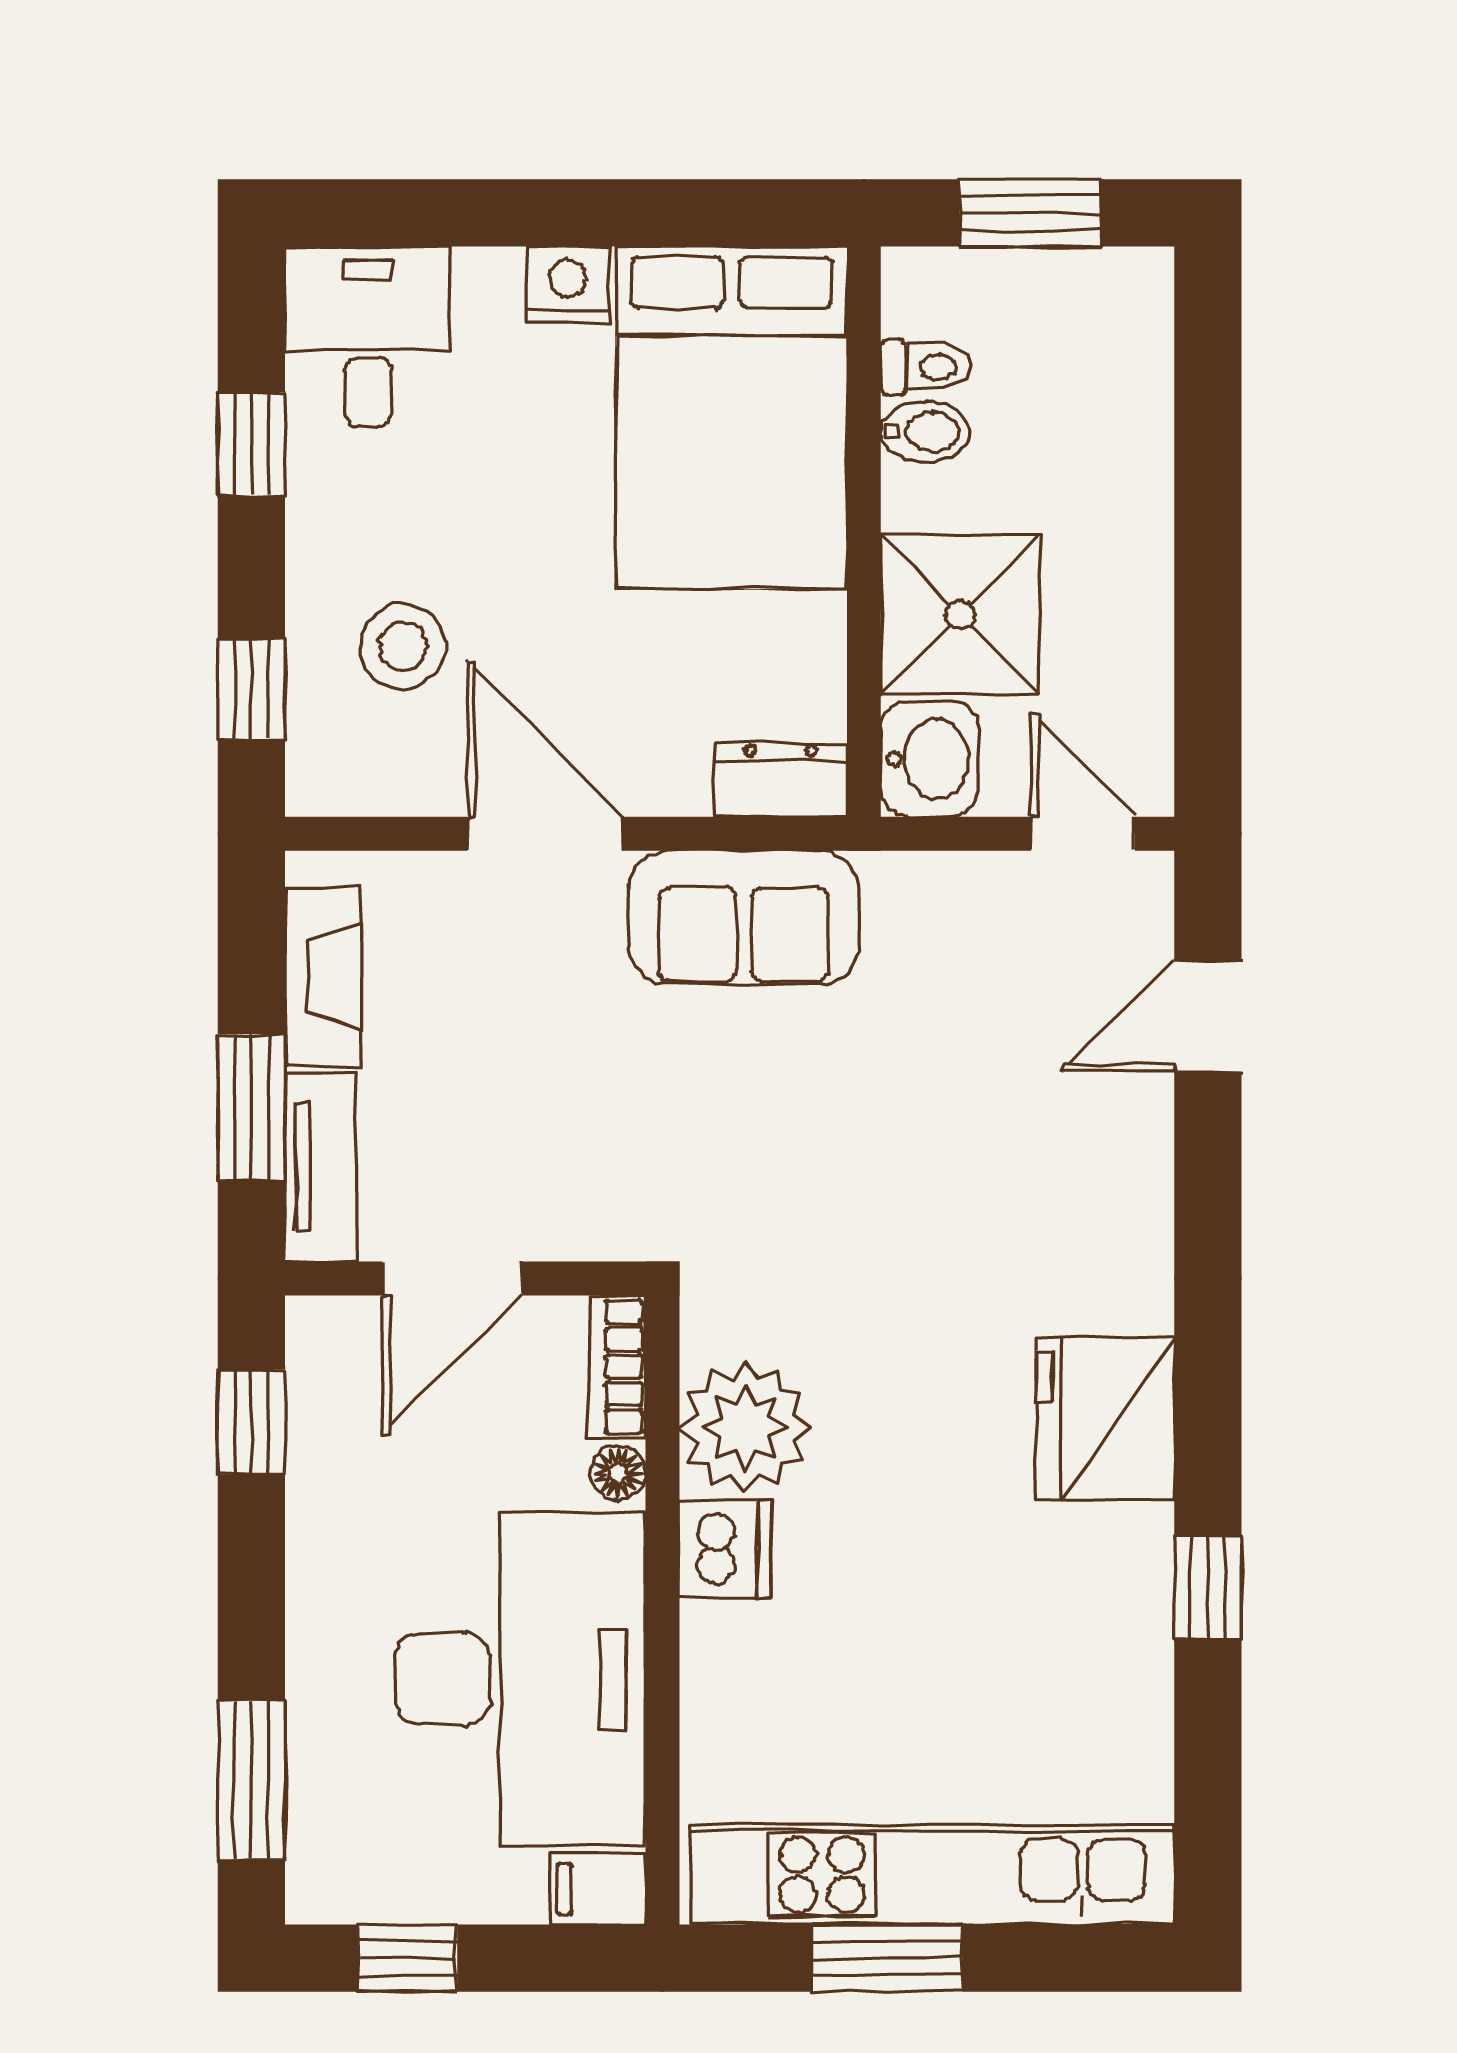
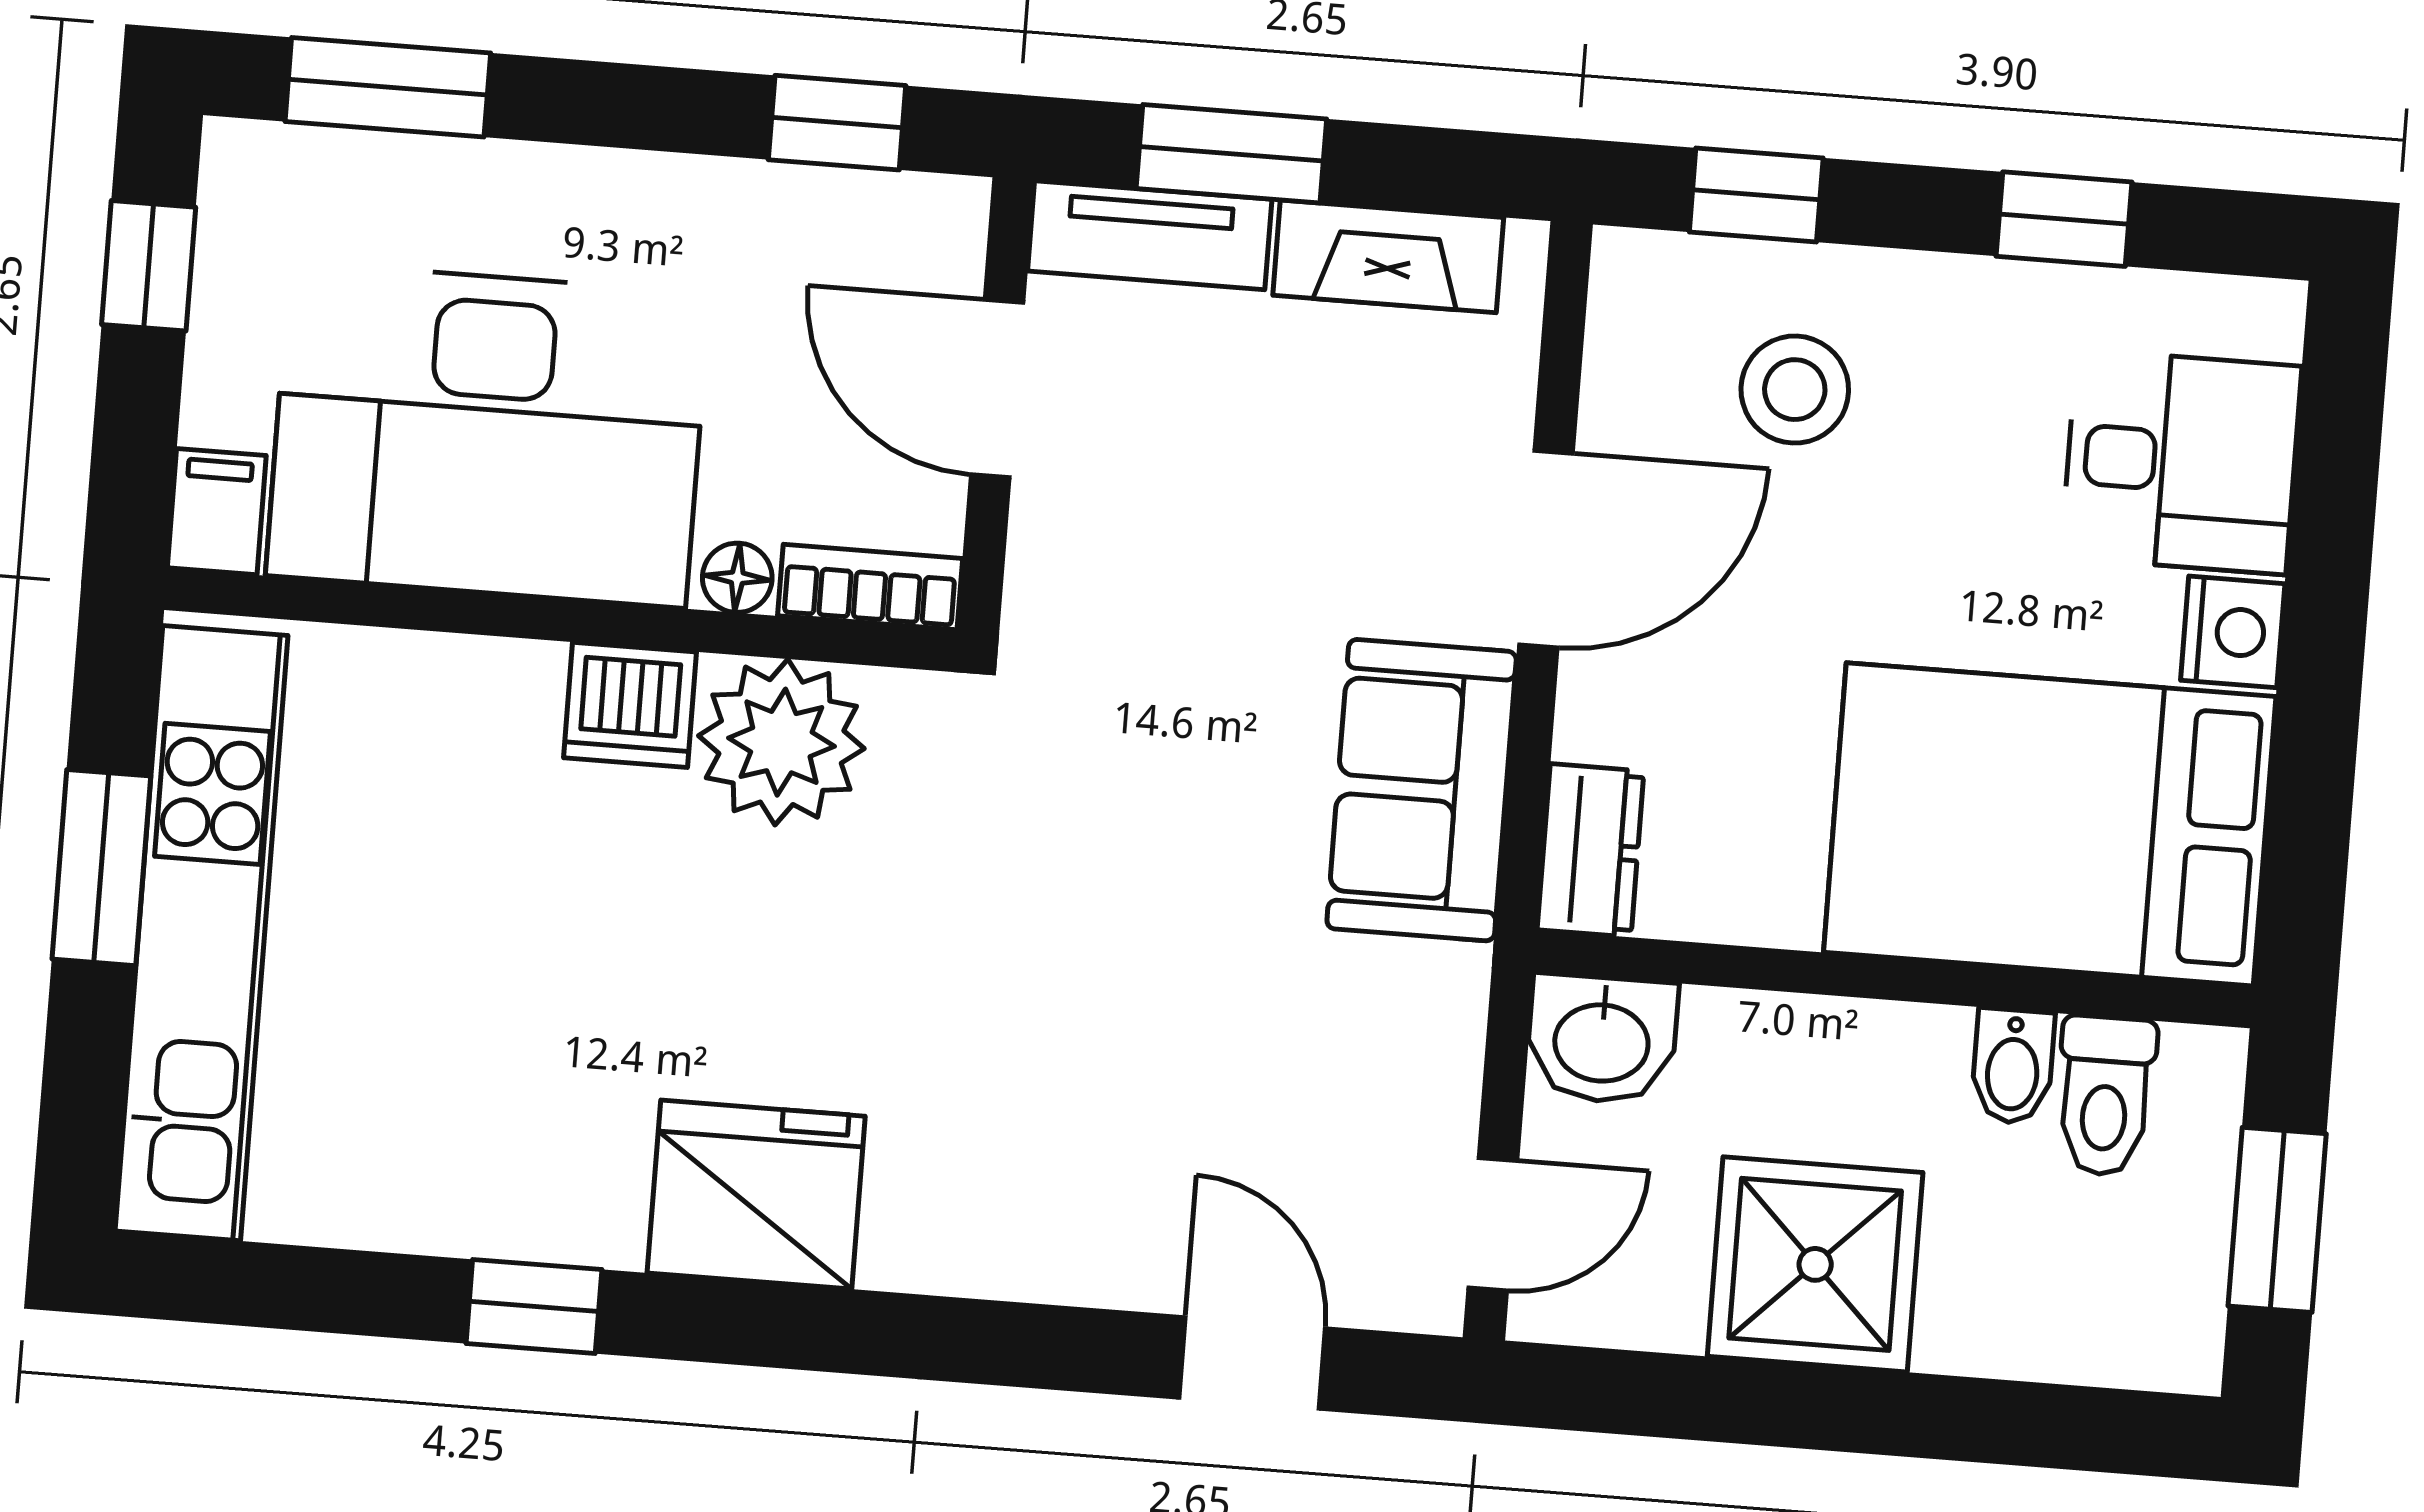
desk: (368, 336) -> (2181, 462), moved
toilet: (926, 367) -> (2105, 1096), width x1.37, depth x1.39
shower: (960, 615) -> (1815, 1264), moved

